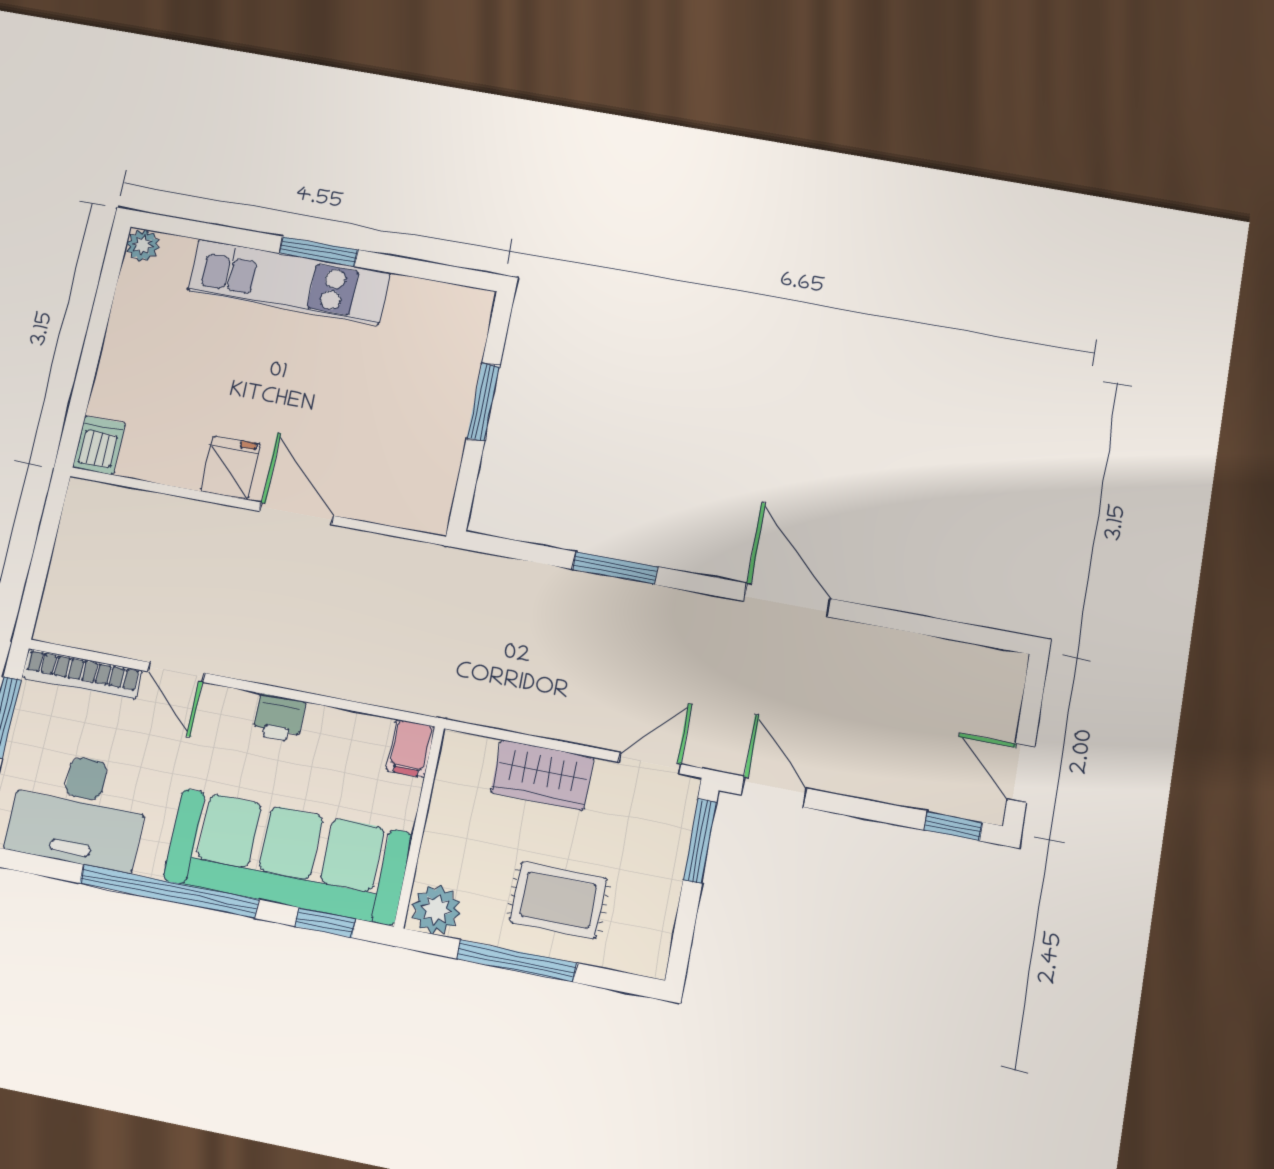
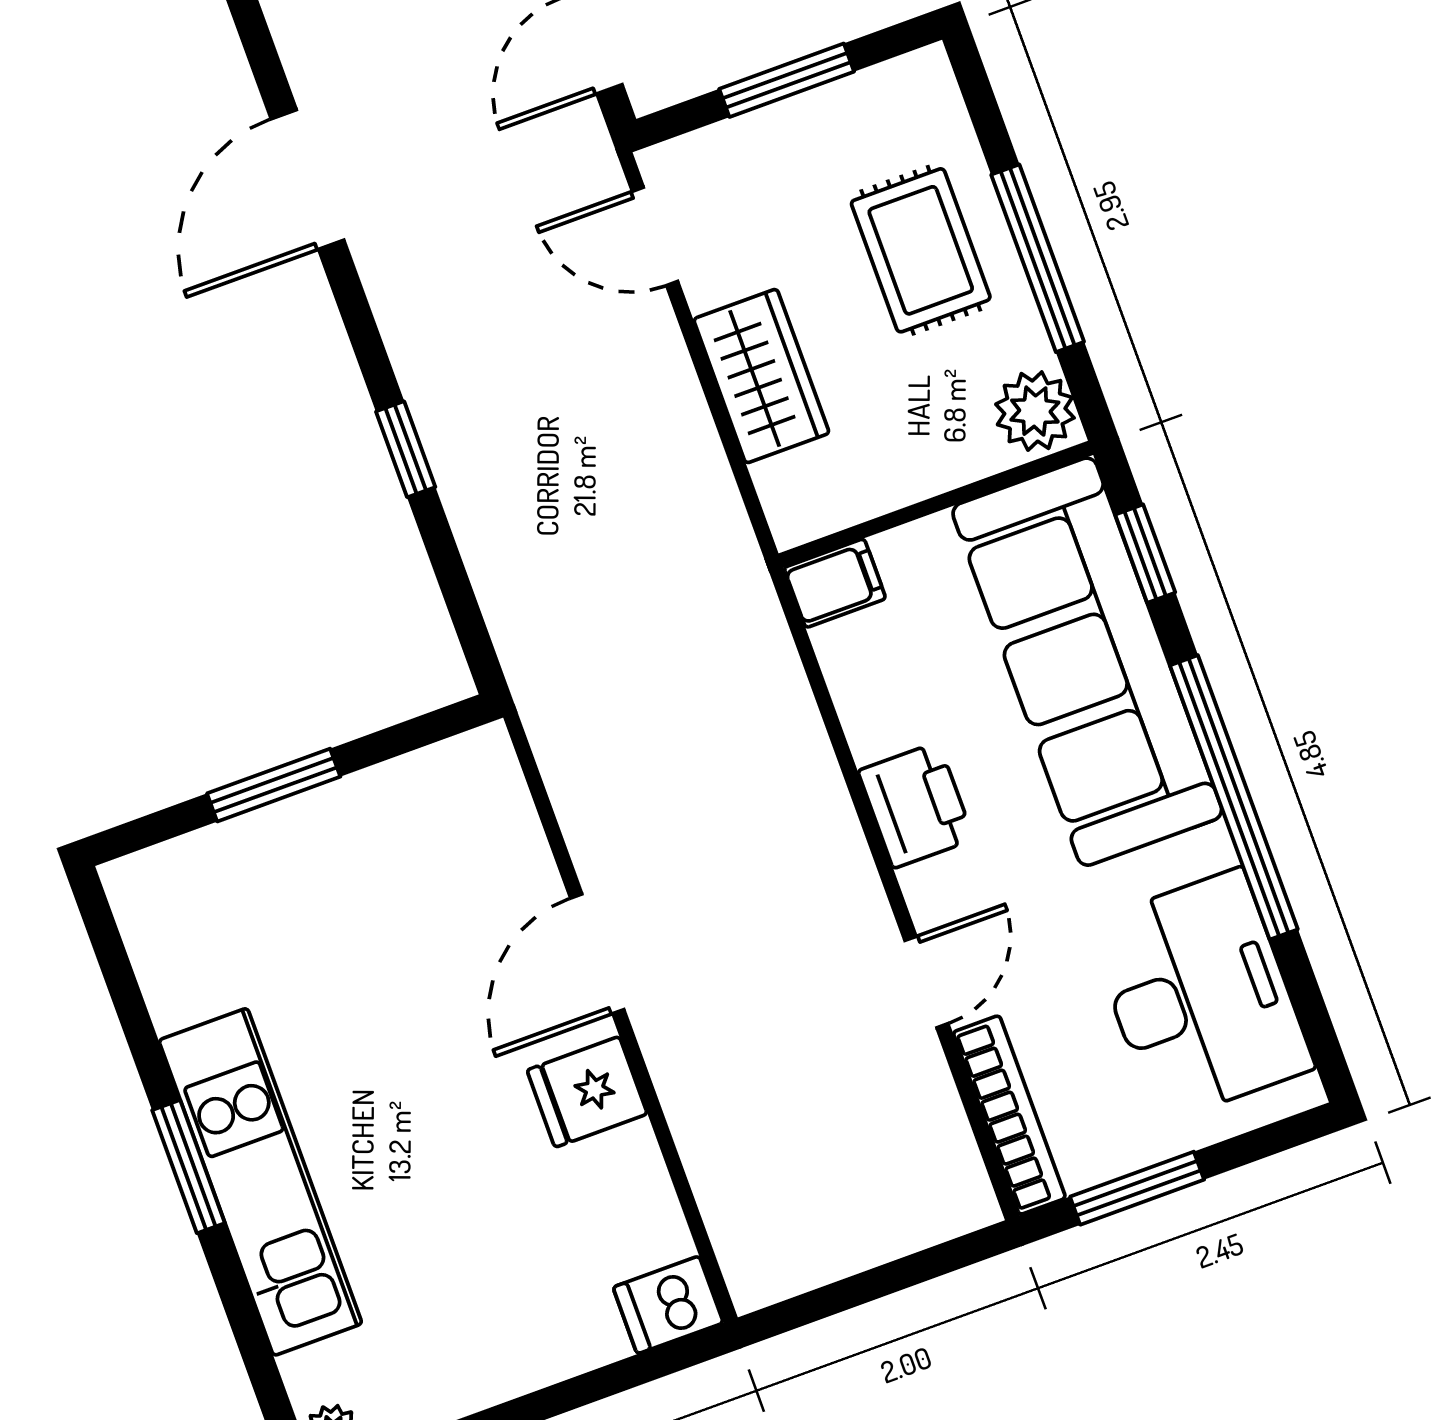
window: (615, 568) -> (406, 449), width x0.67
printer: (279, 718) -> (916, 805), width x1.36, depth x1.24
window: (700, 841) -> (787, 80), moved

